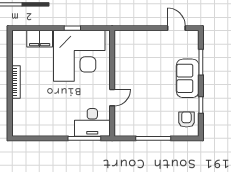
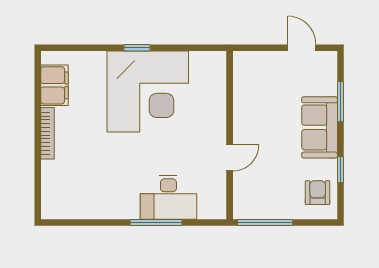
filing cabinet: (40, 39) -> (55, 85), moved, turned -90
wall: (112, 83) -> (230, 135), moved
door: (112, 98) -> (230, 158), moved

